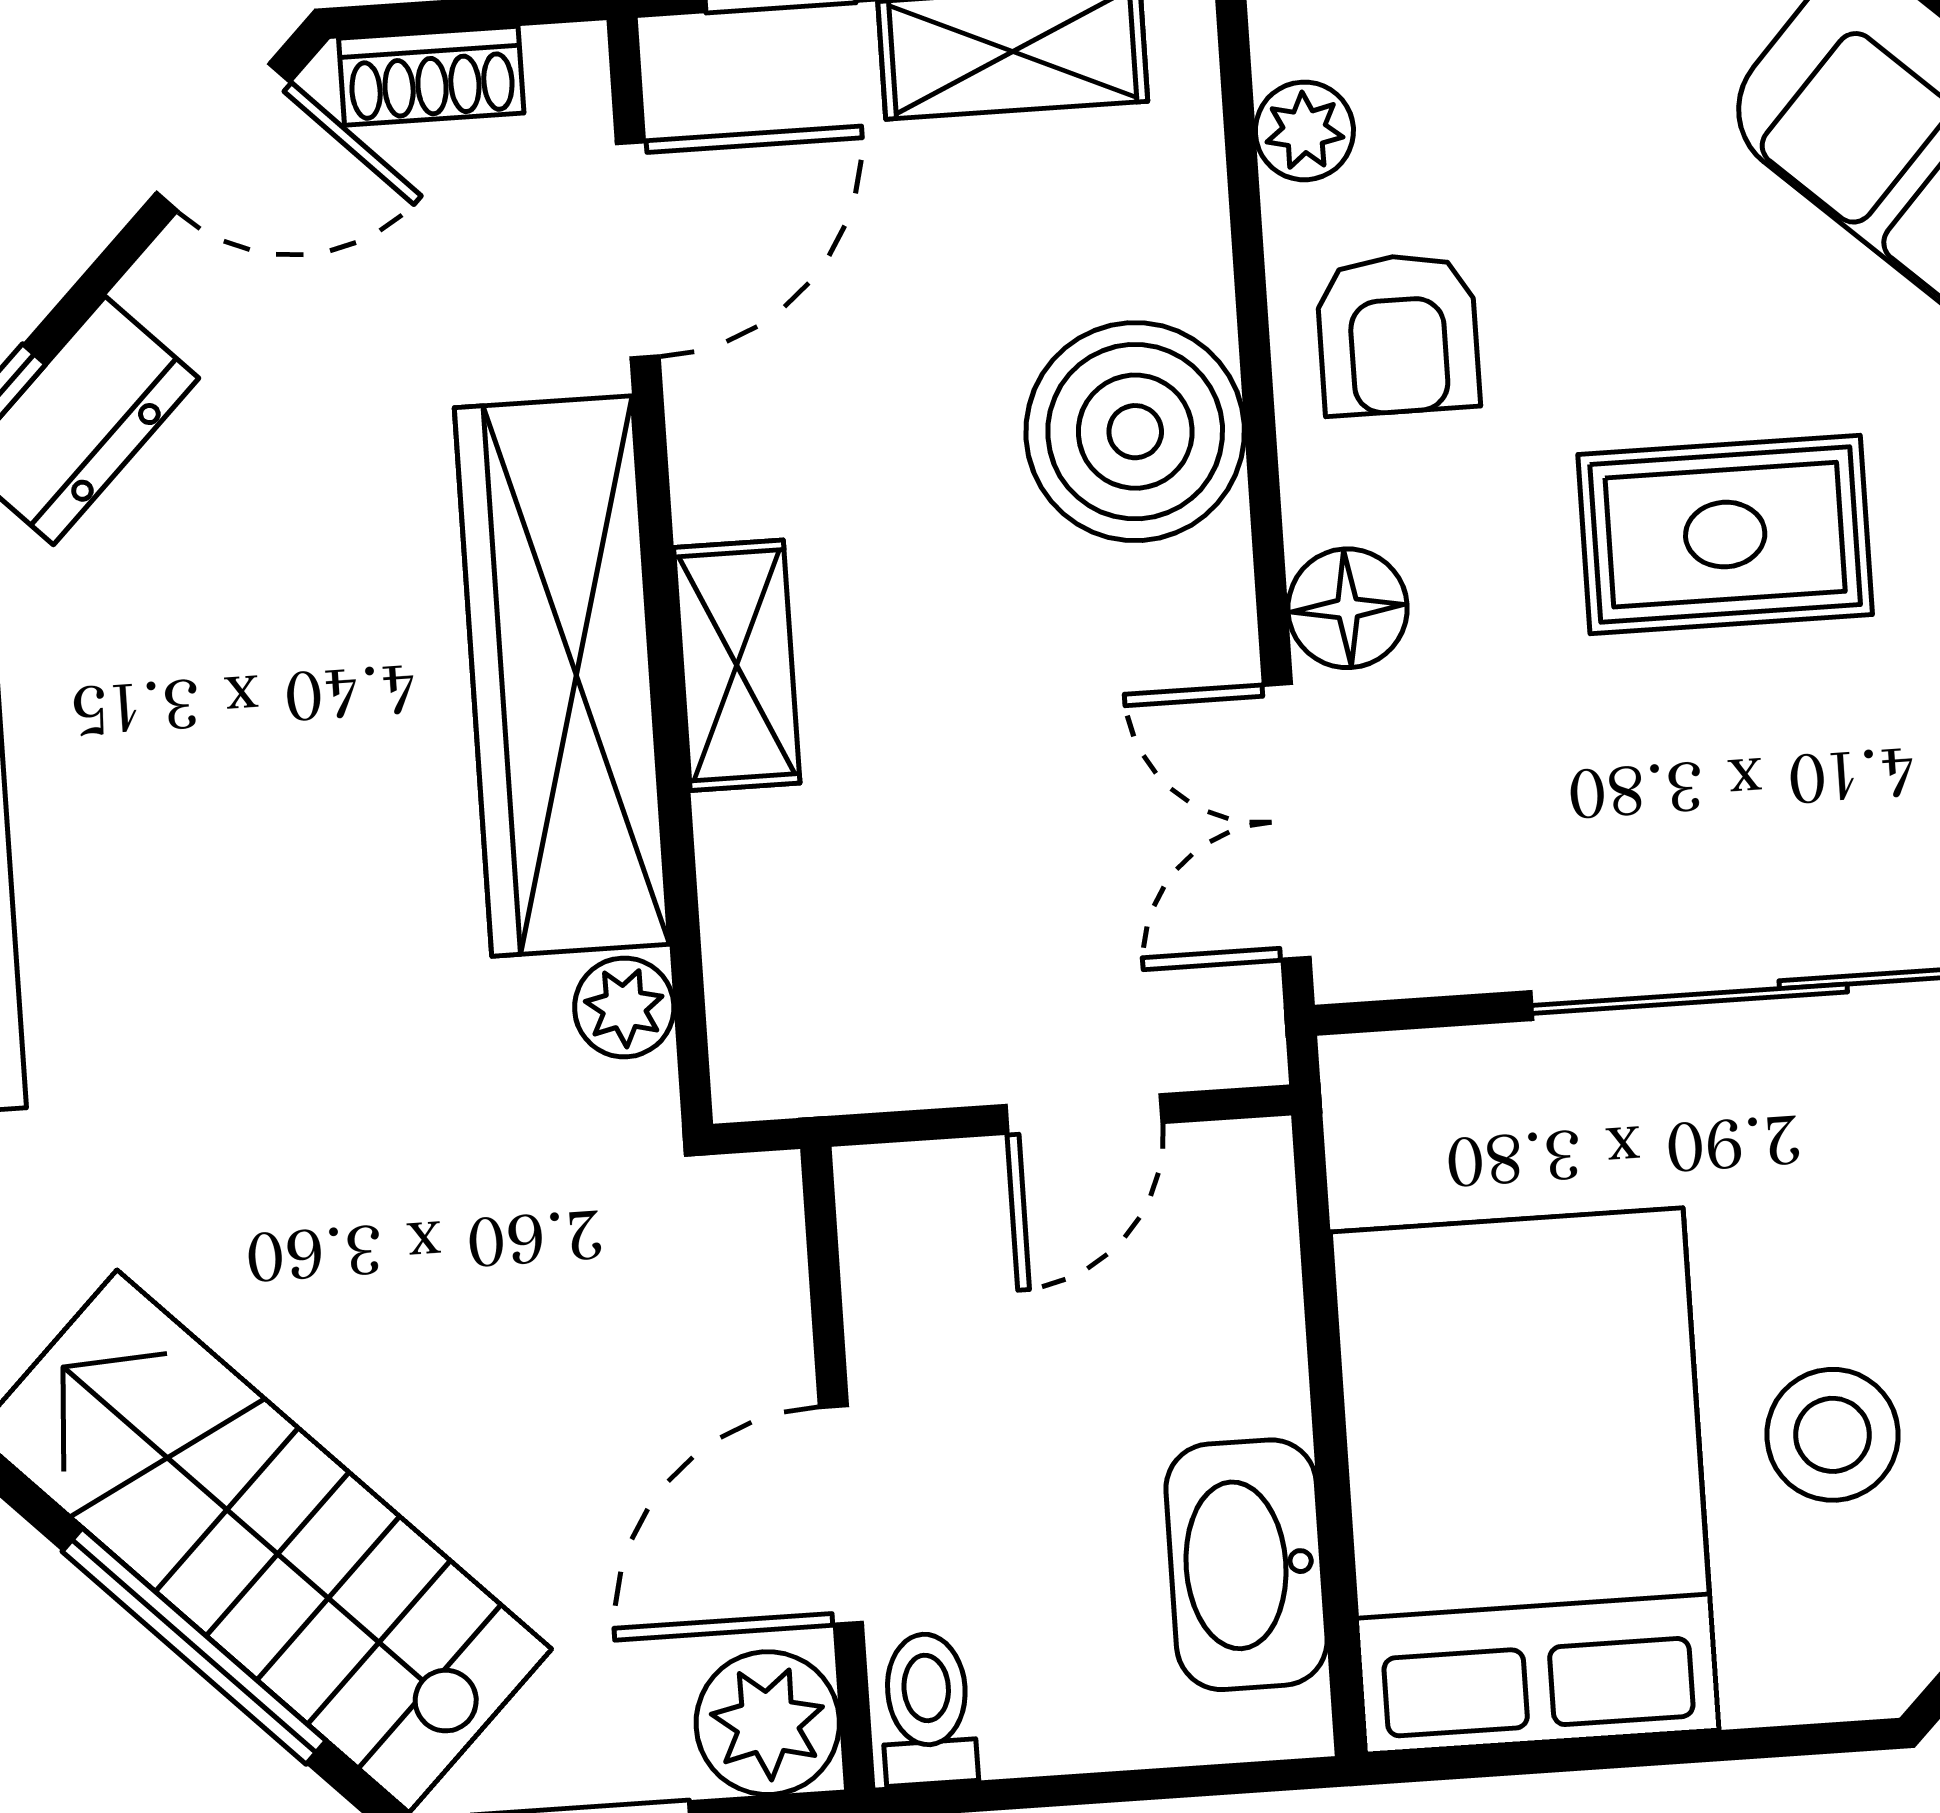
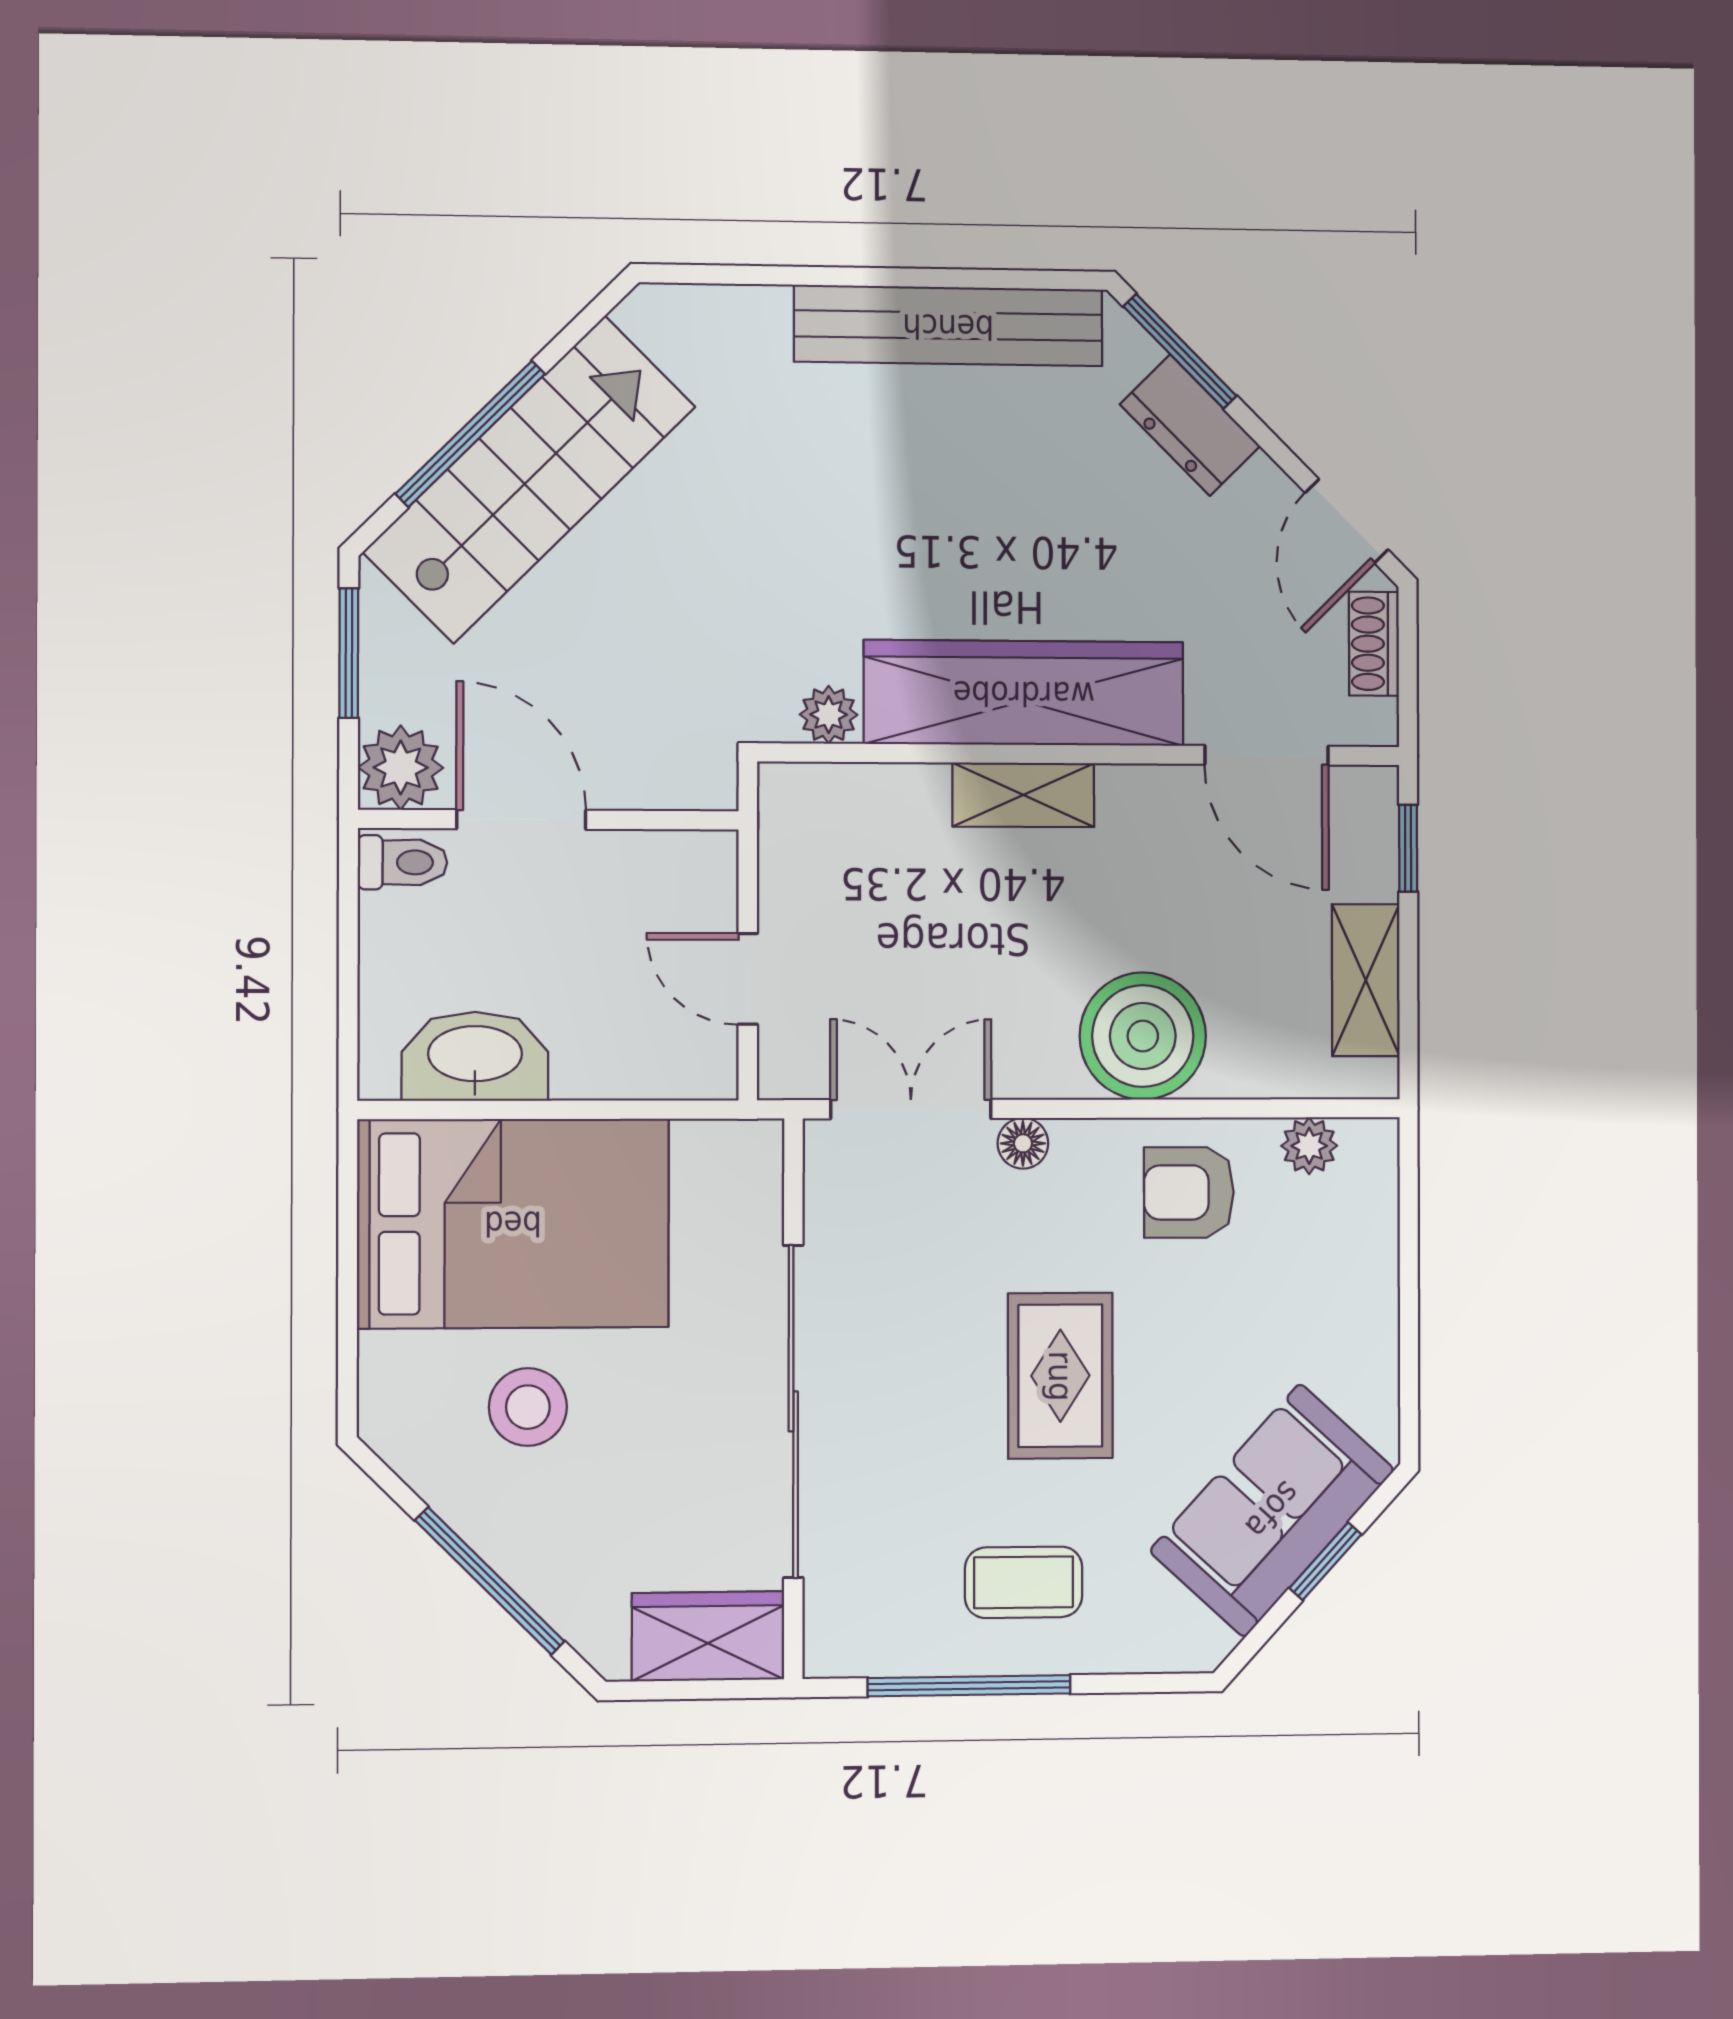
floor lamp: (1348, 608) -> (1023, 1143), width x0.73, depth x0.73

